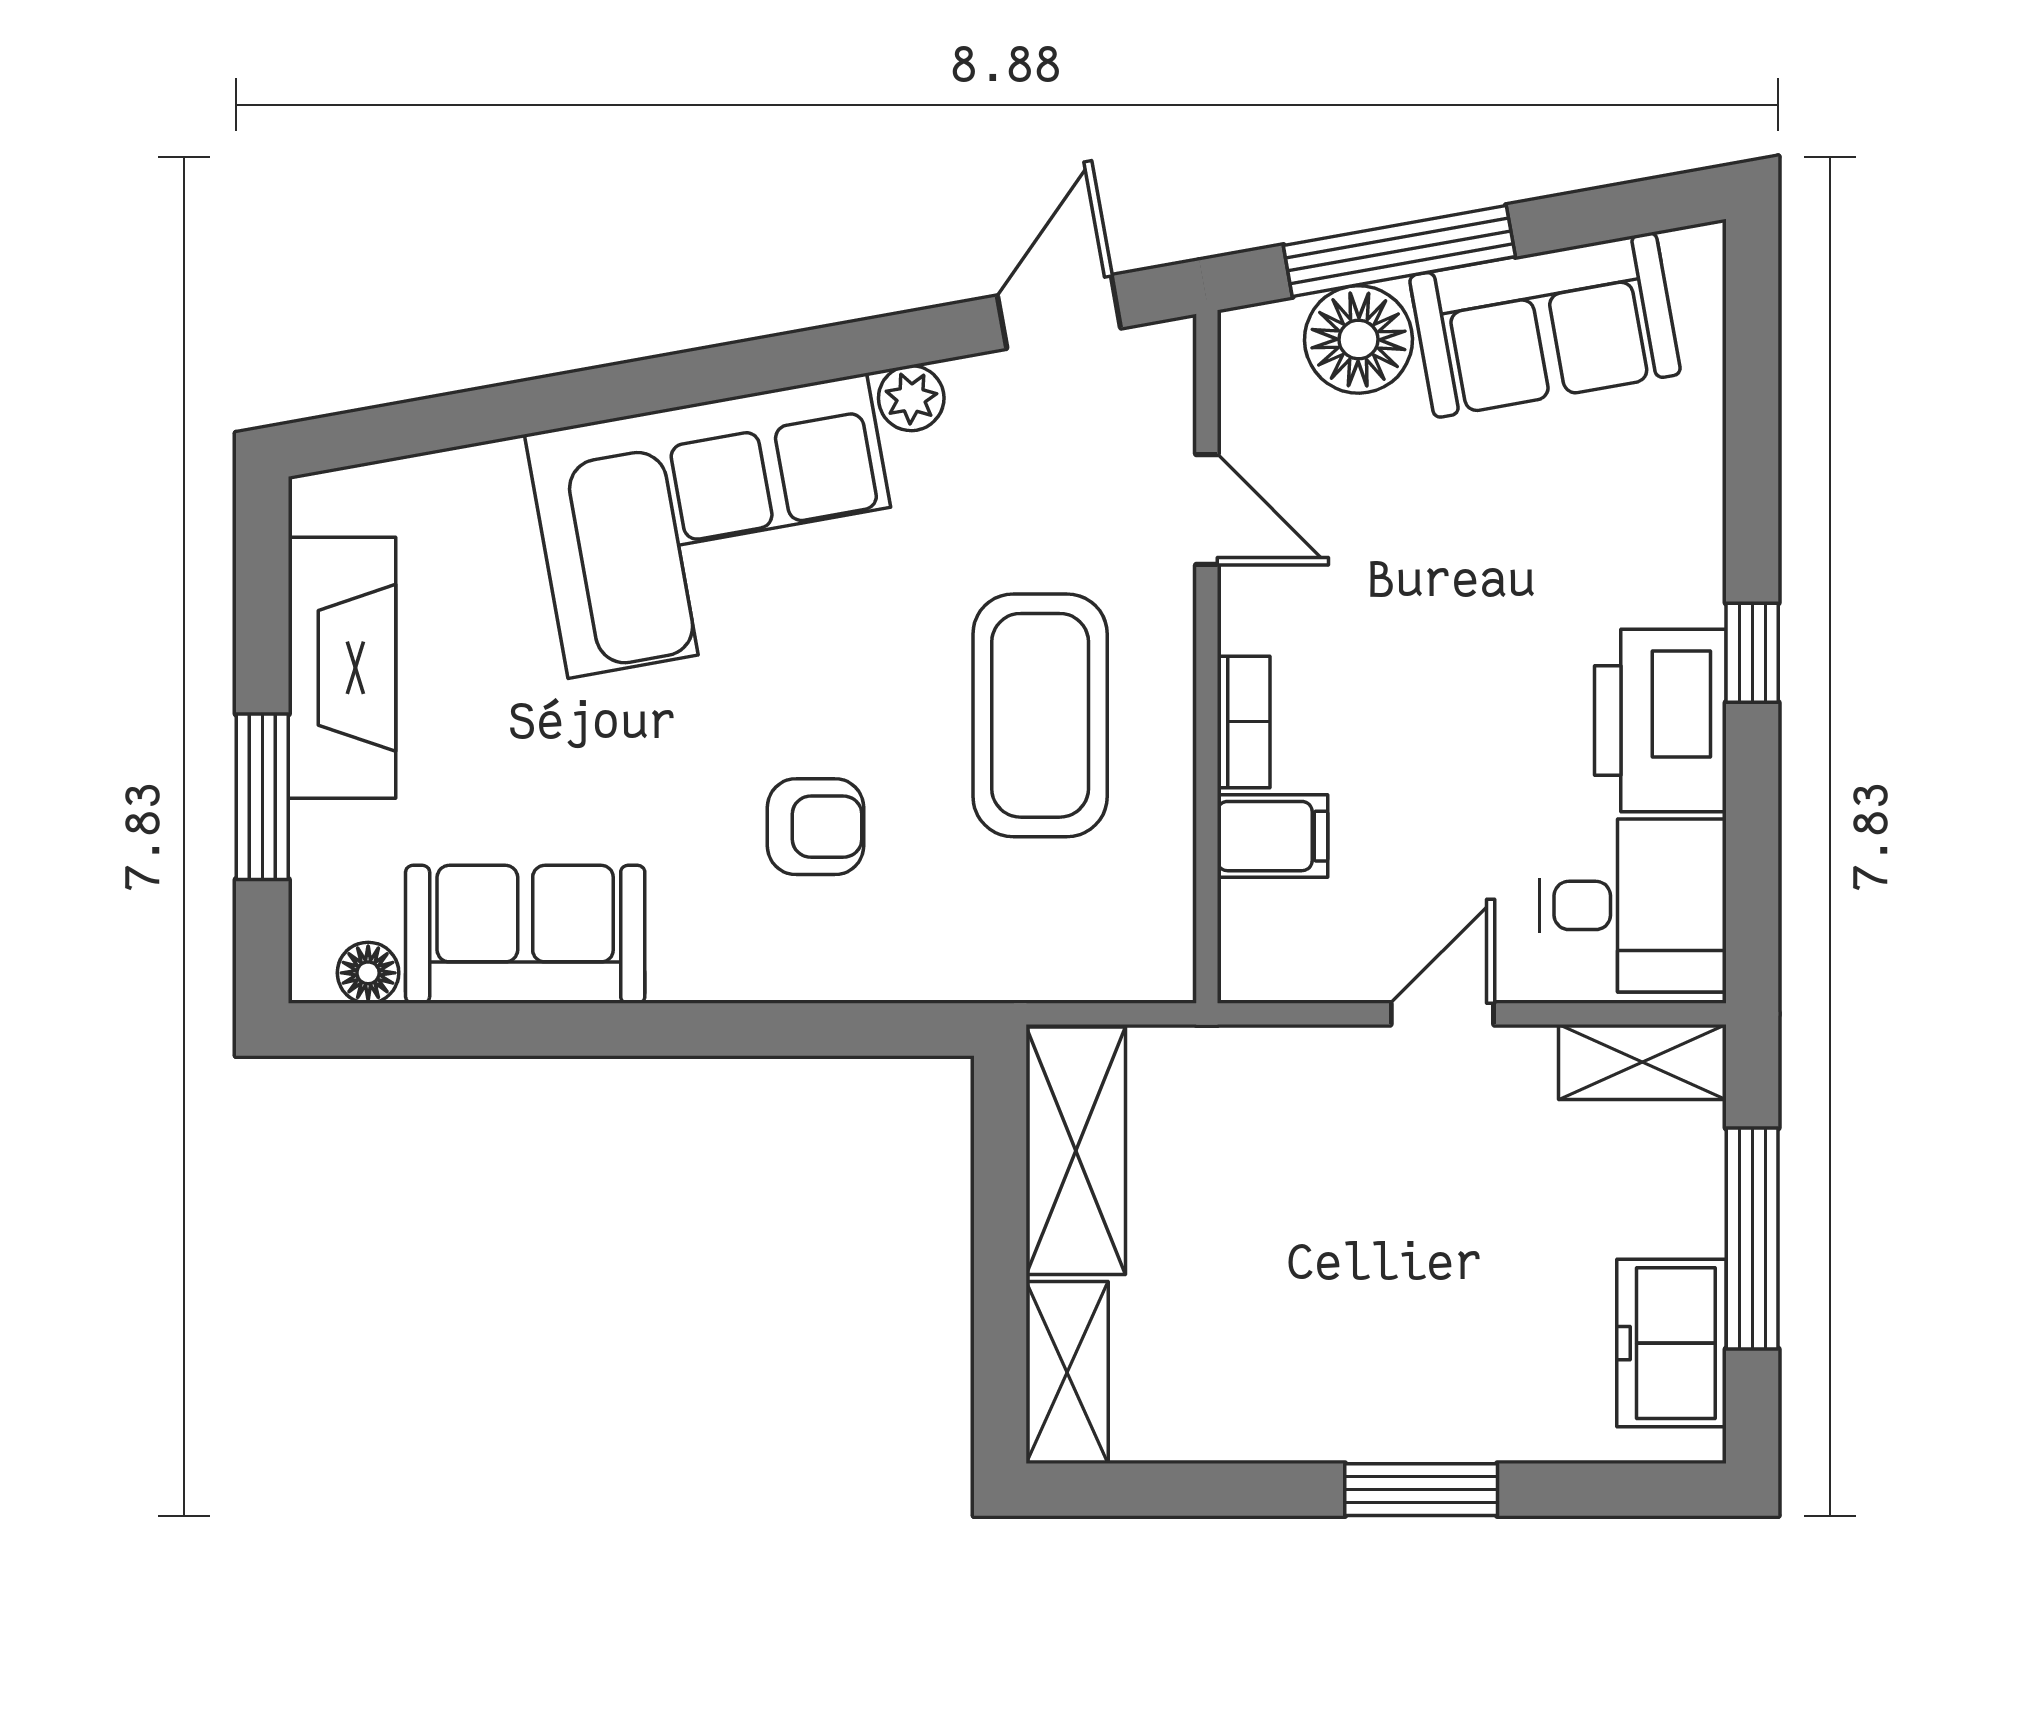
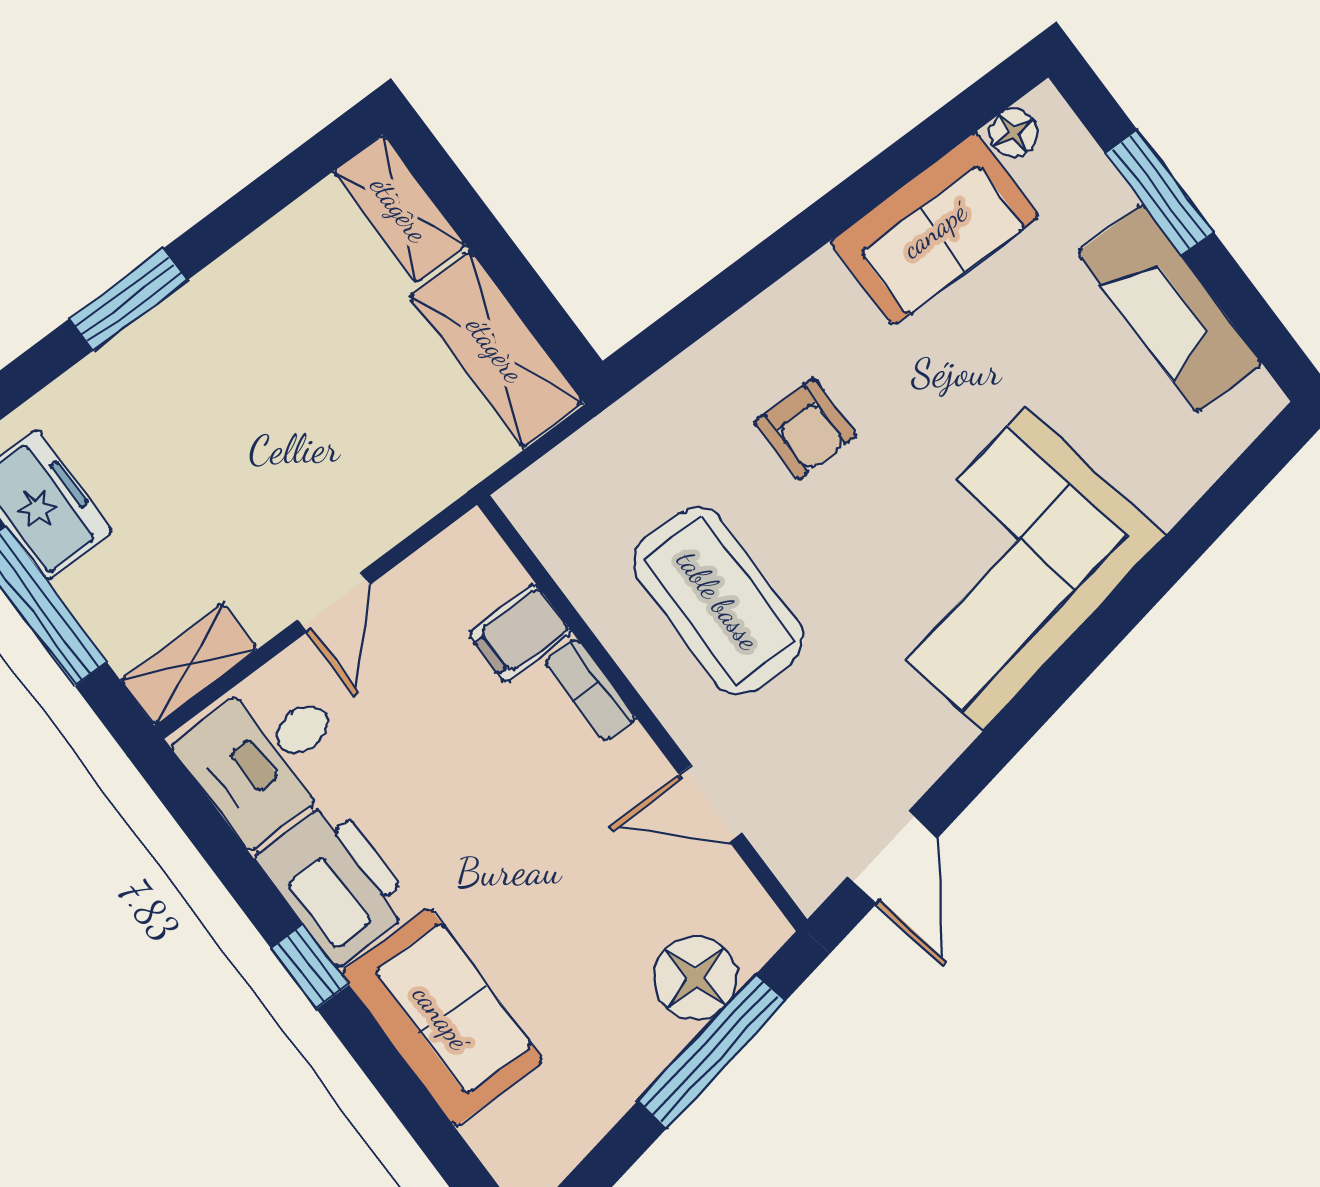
sofa: (1545, 325) -> (442, 1017), moved, turned 100
plant: (911, 398) -> (944, 736), removed
armchair: (816, 827) -> (805, 429), turned -90

